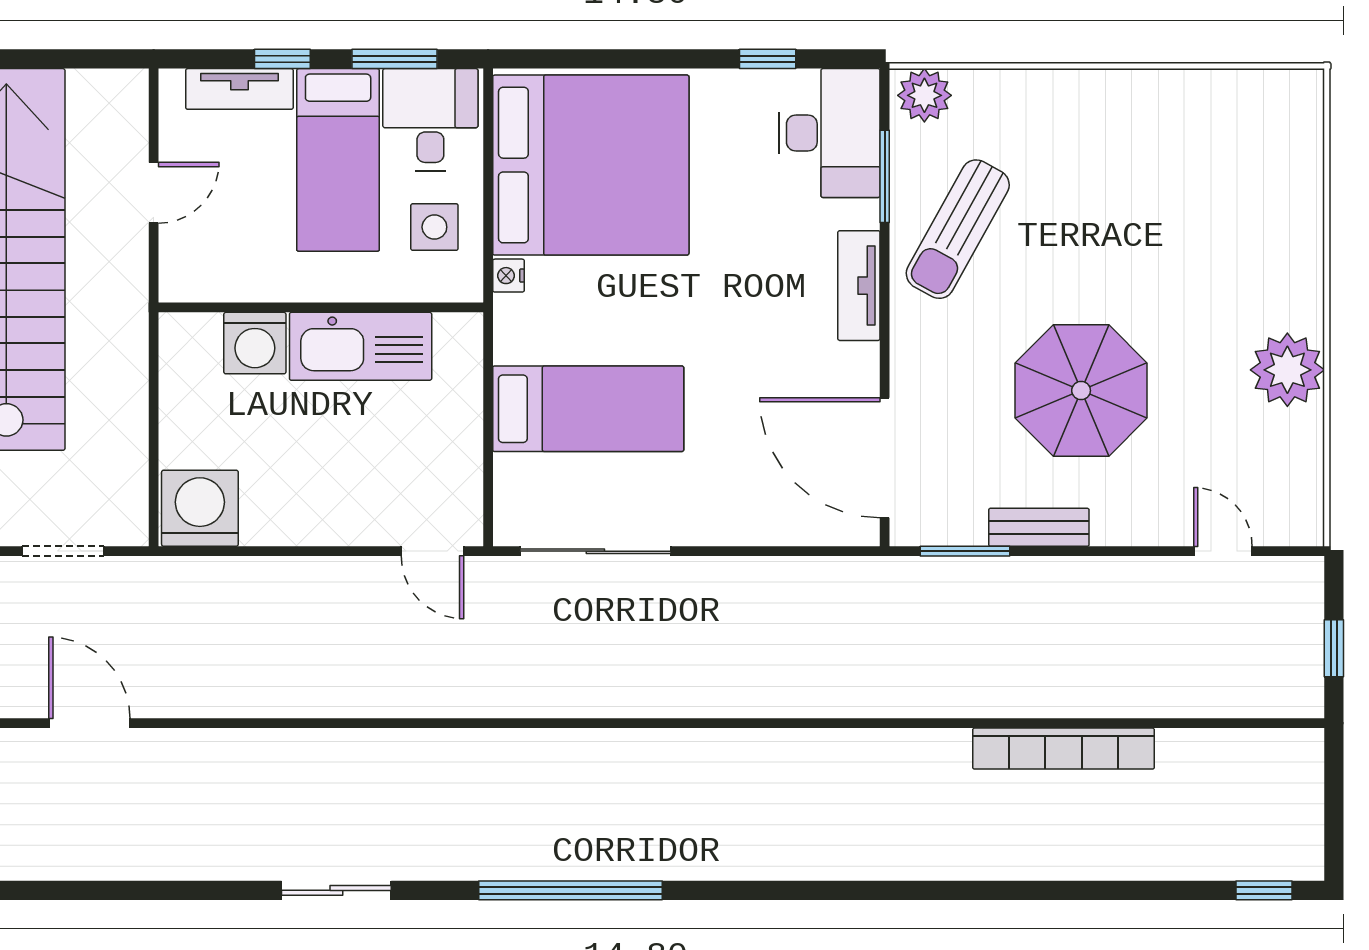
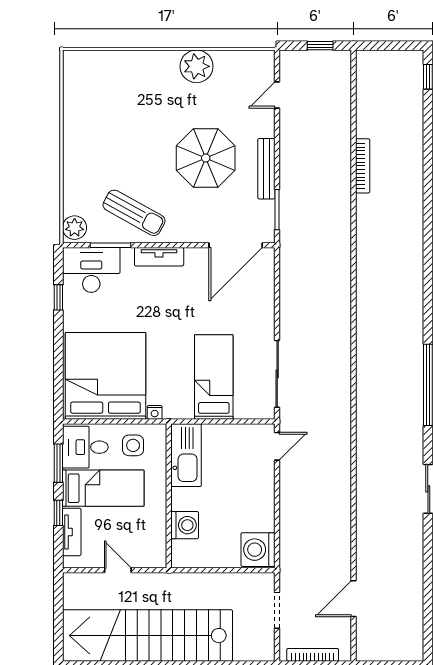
kitchen sink: (361, 346) -> (186, 455), moved
bench: (1039, 527) -> (266, 169), width x1.36
bookcase: (1063, 749) -> (363, 166), width x0.68, depth x0.76

